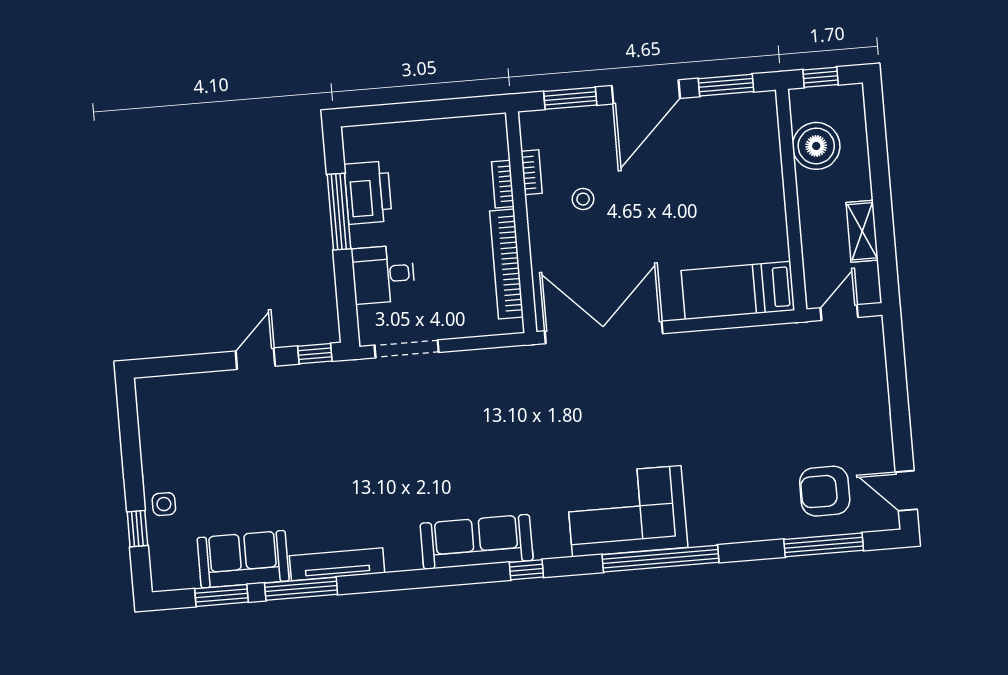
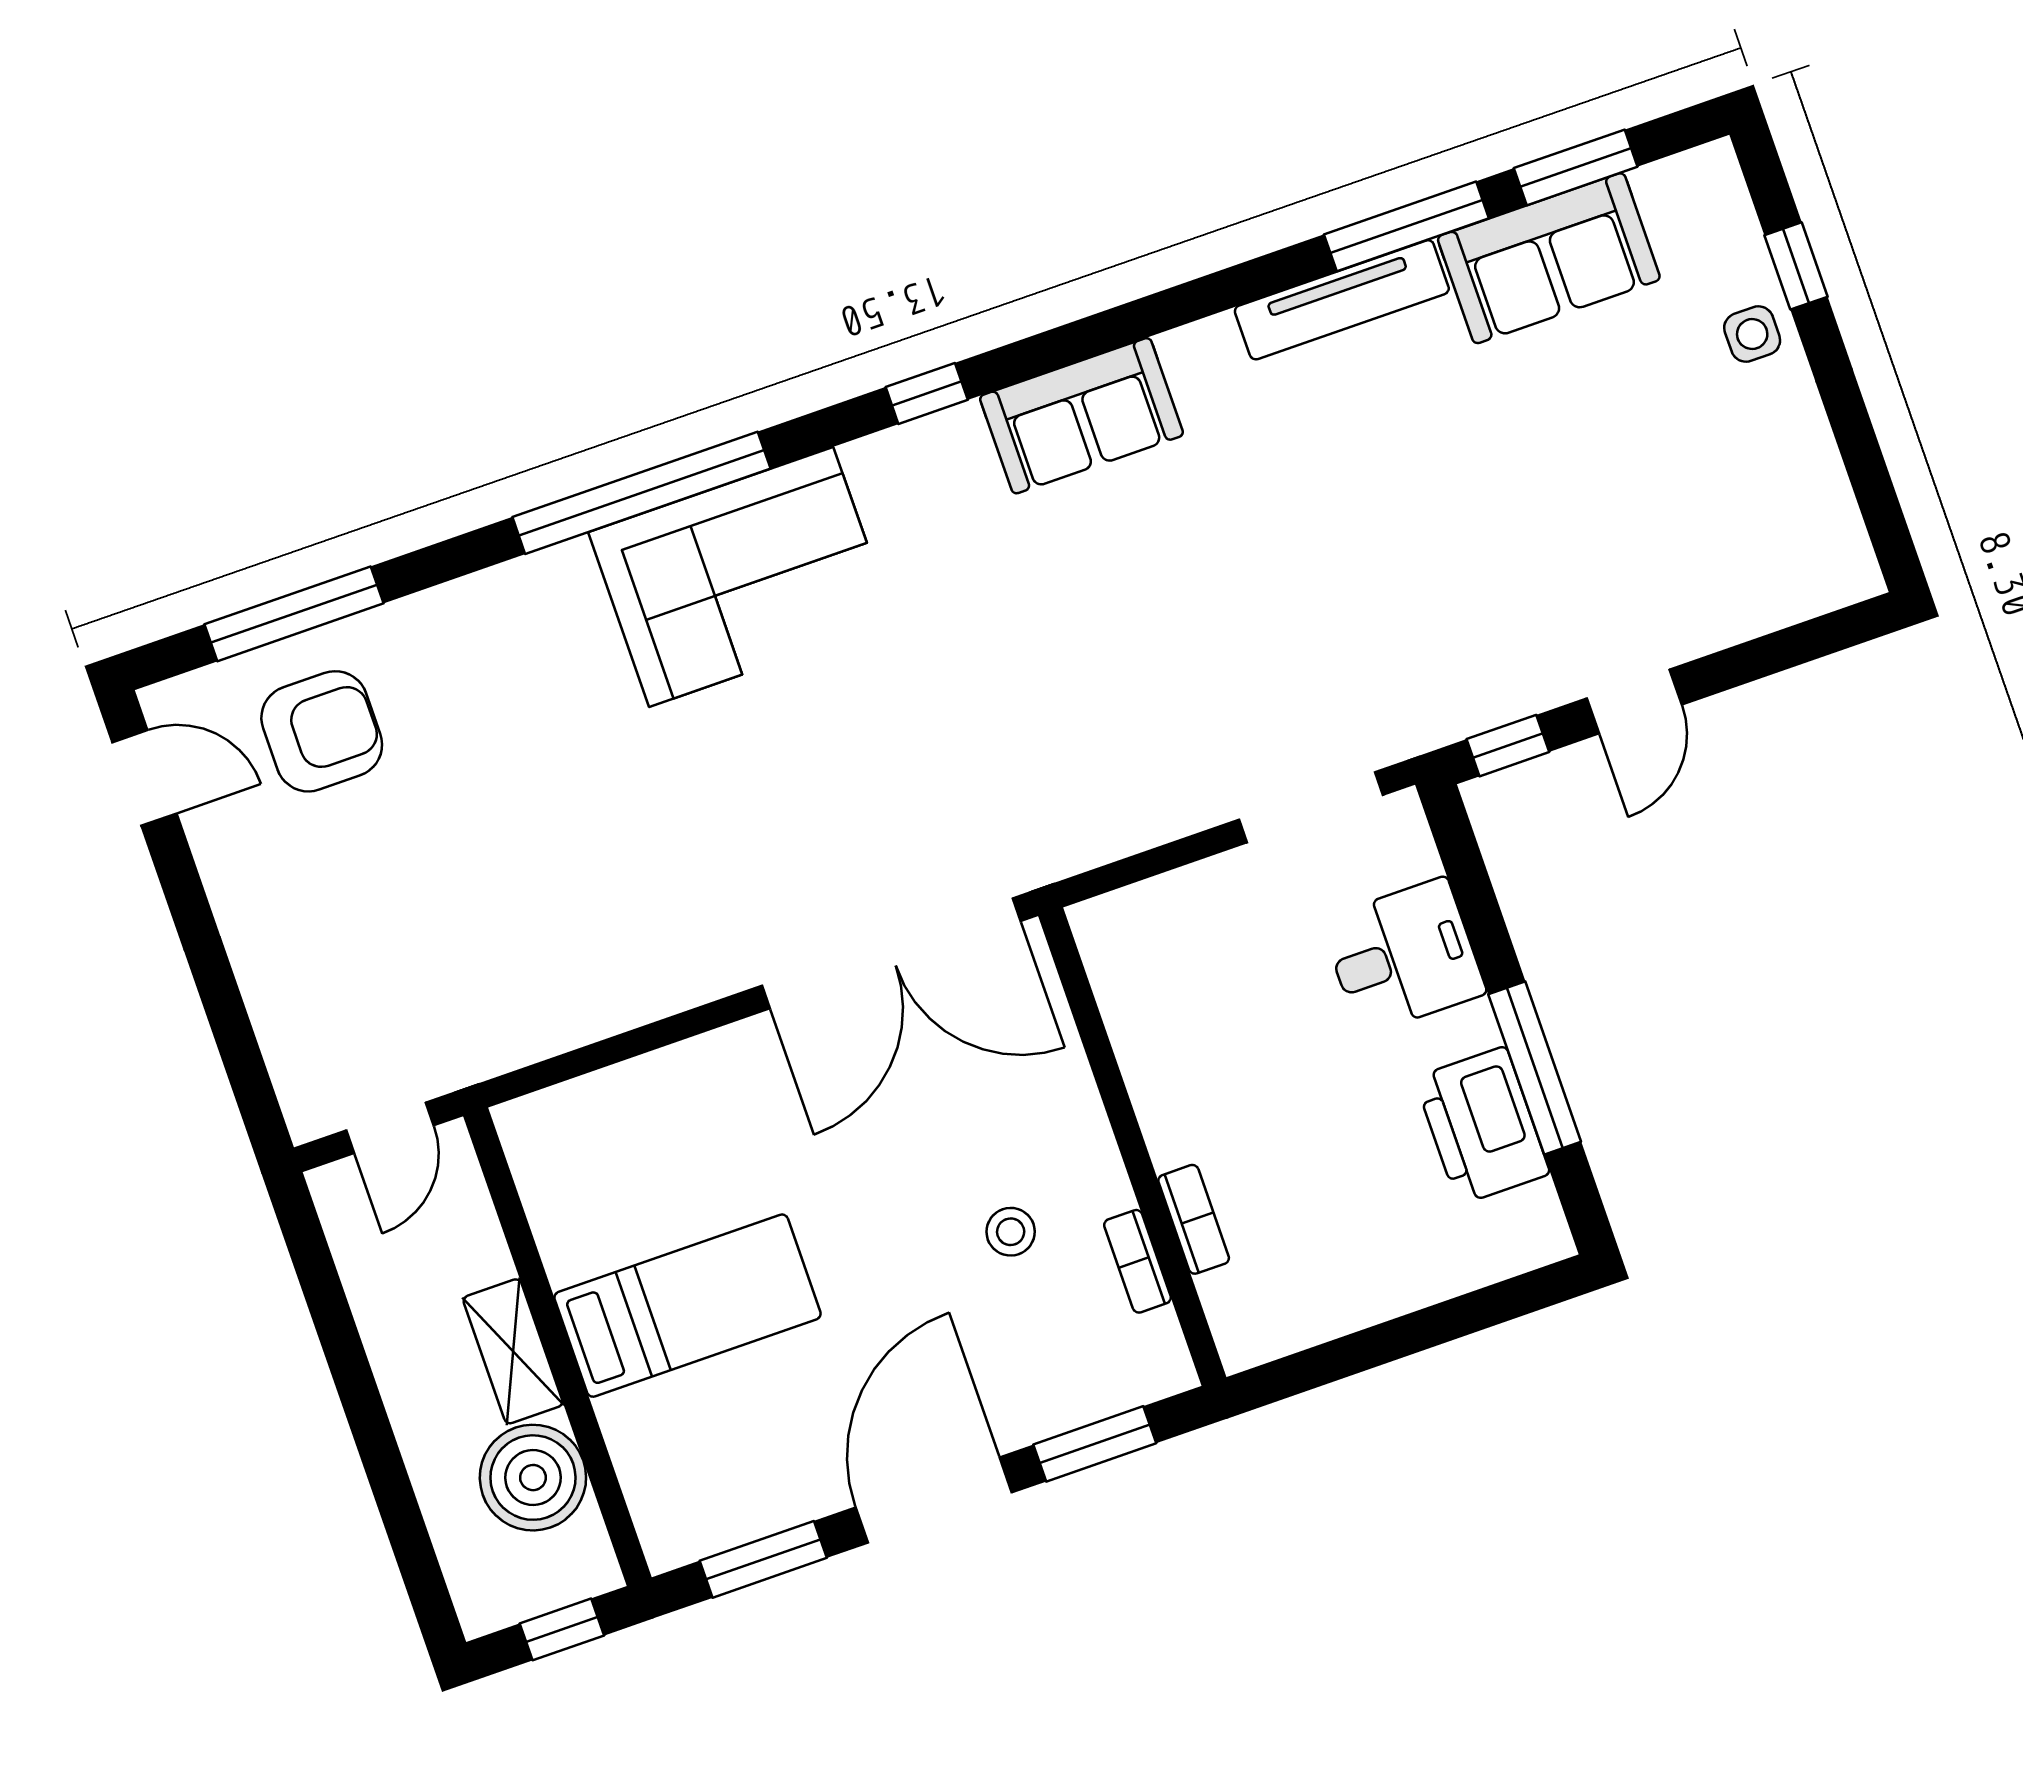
shelving: (862, 231) -> (513, 1351), moved
bookcase: (506, 264) -> (1141, 1048), removed
bed: (738, 290) -> (688, 1306), moved
sofa: (477, 542) -> (1082, 416), width x0.73

